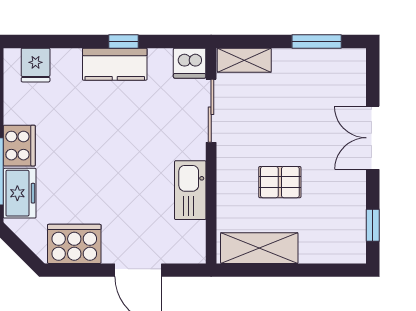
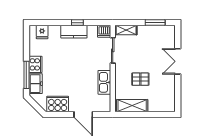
window: (373, 225) -> (178, 96), removed

